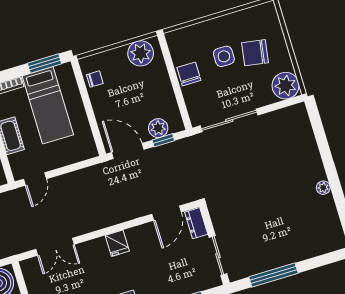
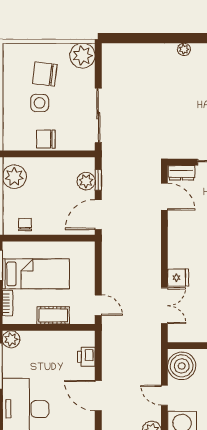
chair: (255, 53) -> (45, 74), turned 88
fridge: (117, 243) -> (178, 278), moved

